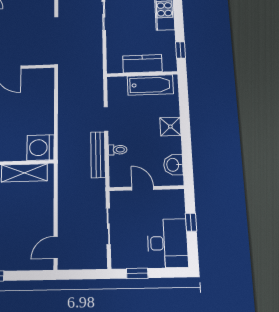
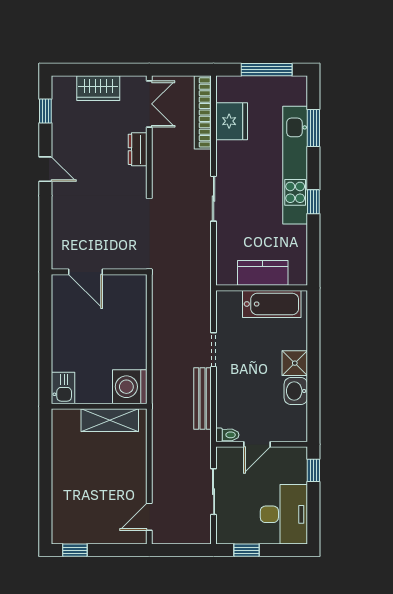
window: (181, 50) -> (313, 202), moved
toilet: (118, 150) -> (227, 435), moved
washbasin: (173, 165) -> (296, 391), moved
door: (143, 188) -> (257, 444), swing flipped
window: (191, 222) -> (313, 470), moved

